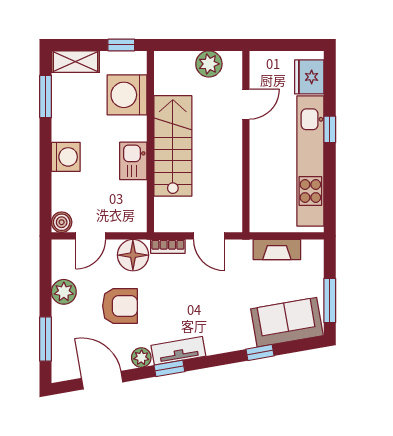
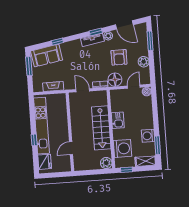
plant: (209, 64) -> (106, 163), moved
washing machine: (66, 157) -> (148, 136), moved
armchair: (120, 306) -> (119, 57), turned -90

